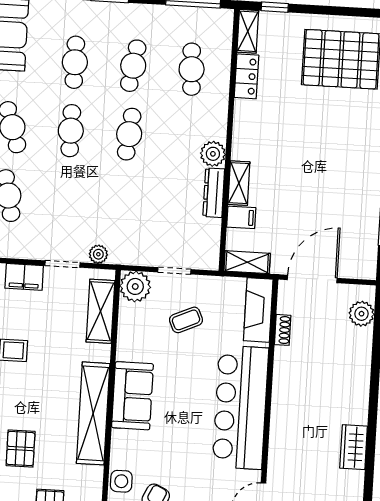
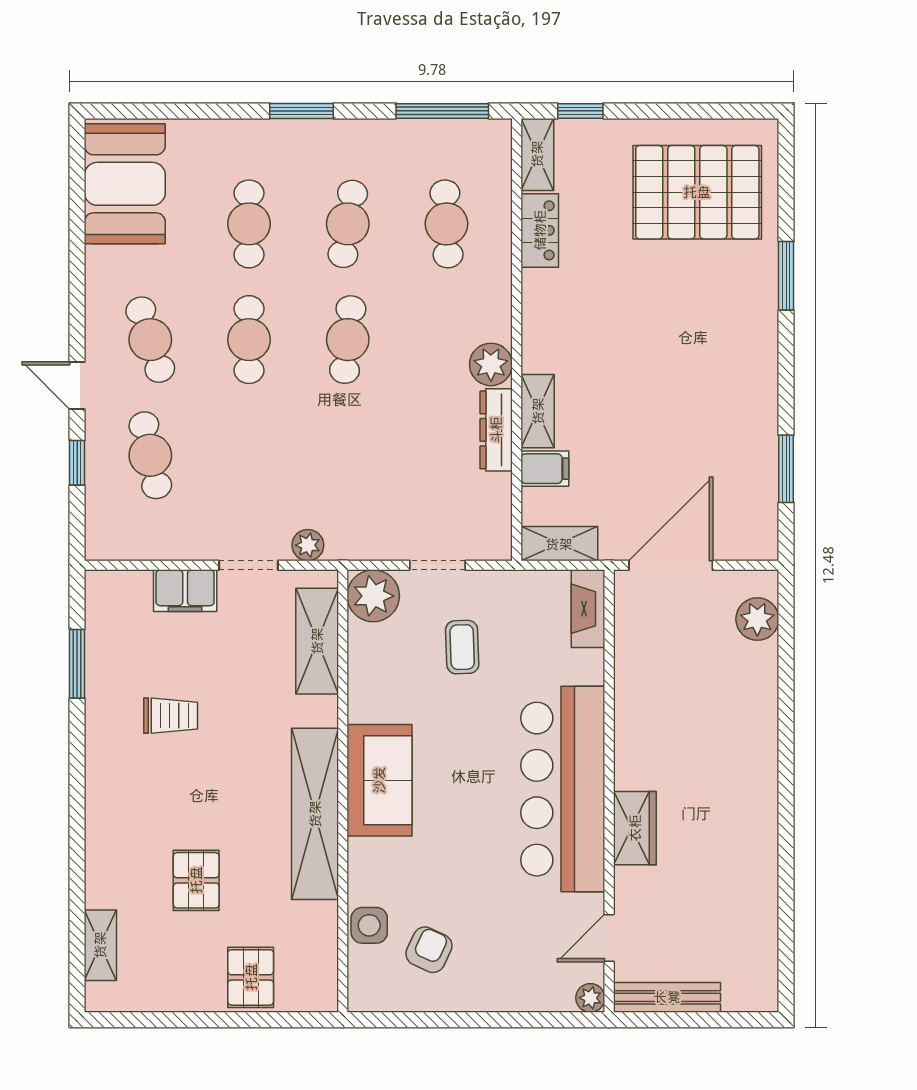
fireplace: (258, 310) -> (588, 609), width x0.73, depth x0.76
coffee table: (186, 320) -> (462, 647), turned -68
shoe rack: (283, 330) -> (626, 654), removed
wardrobe: (354, 447) -> (635, 828), moved, turned 180

